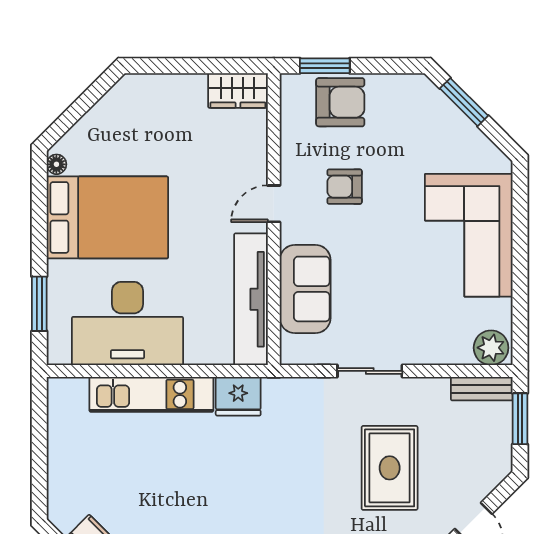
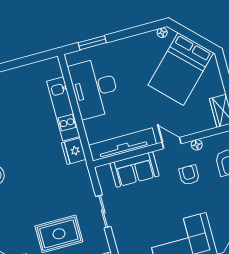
floor lamp: (290, 156) -> (197, 145), added
bed: (107, 217) -> (181, 69), moved, turned 45

